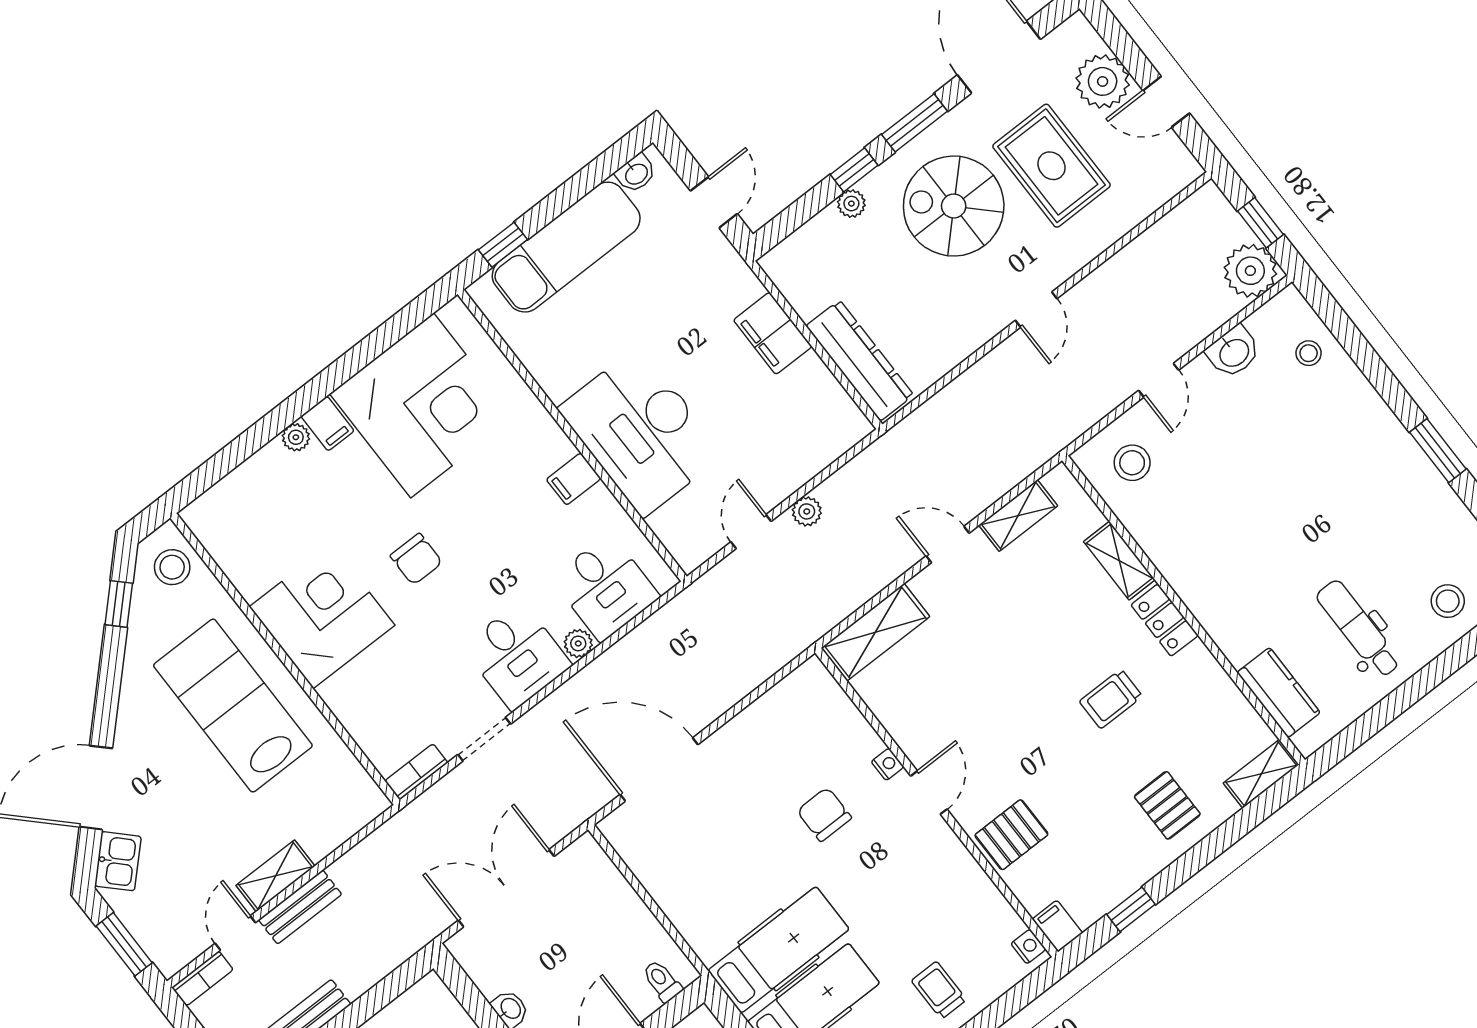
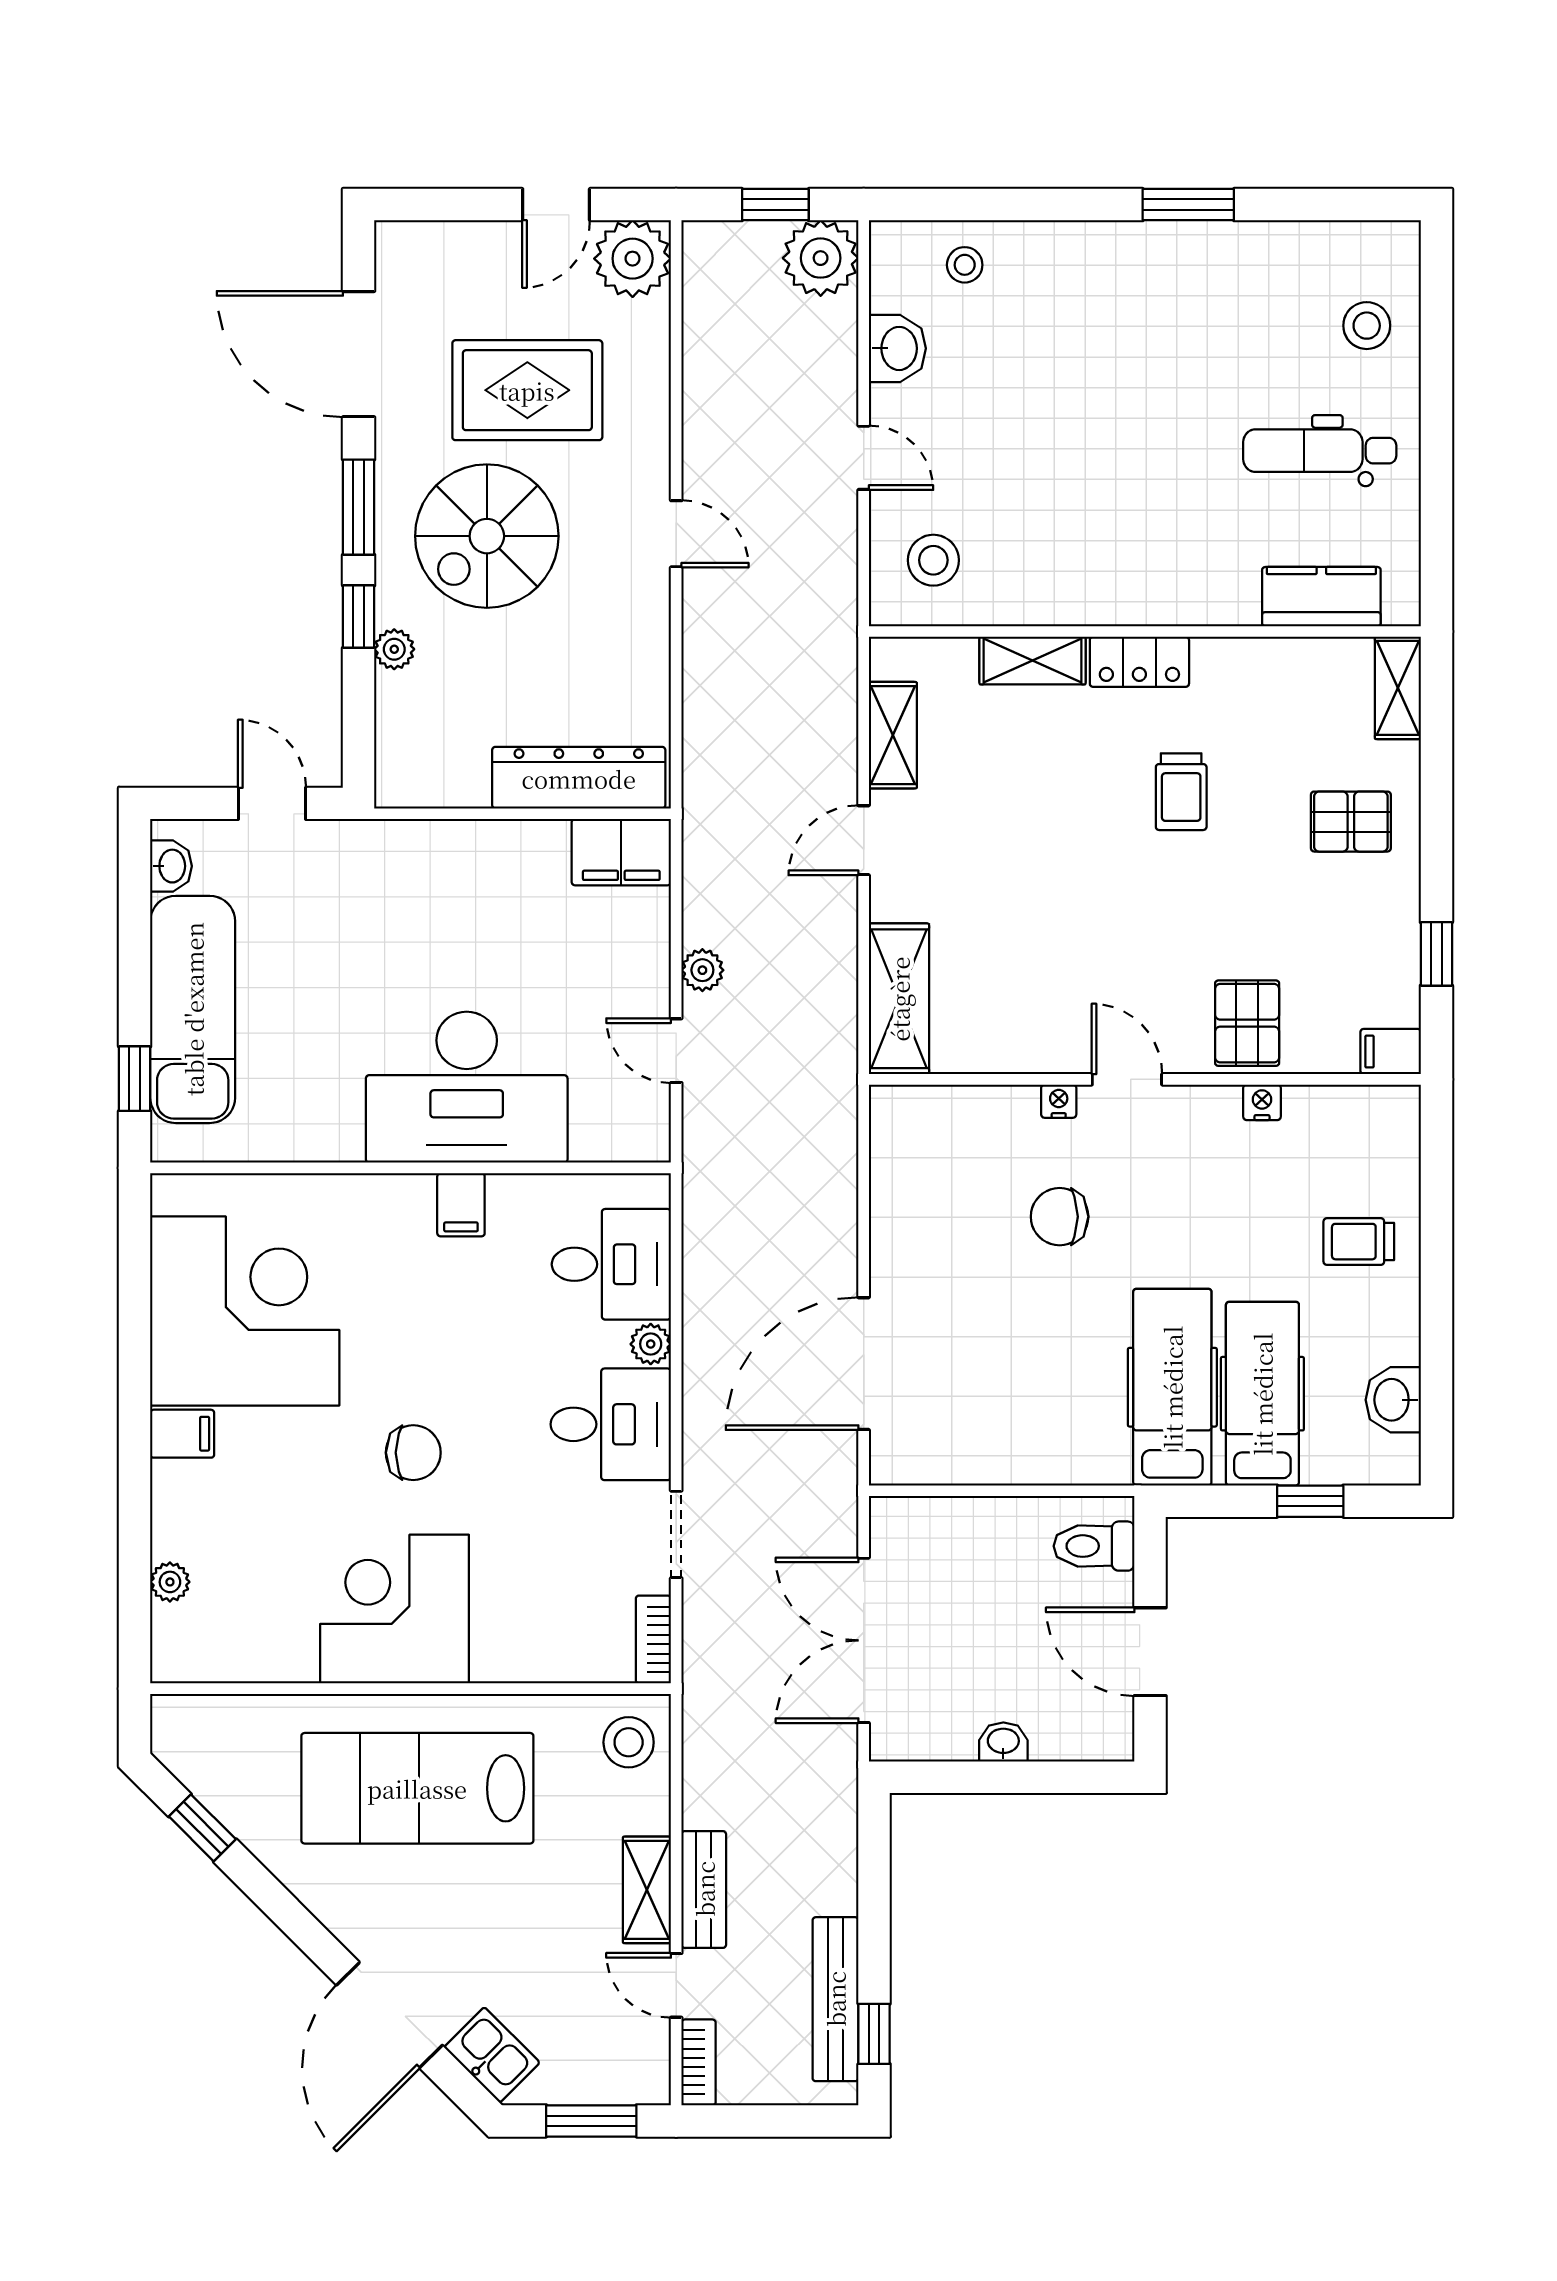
plant: (1103, 81) -> (633, 259), moved
filing cabinet: (773, 333) -> (621, 852), moved
plant: (296, 437) -> (170, 1582), moved
stool: (172, 567) -> (629, 1742), moved
nightstand: (1028, 947) -> (1262, 1102), moved
toilet: (662, 981) -> (1094, 1546), width x1.37, depth x1.39

